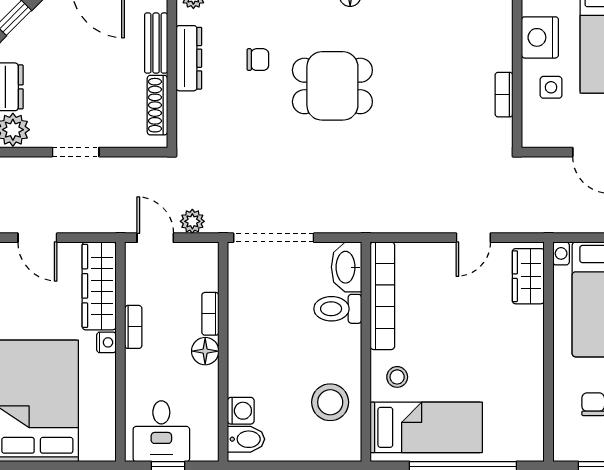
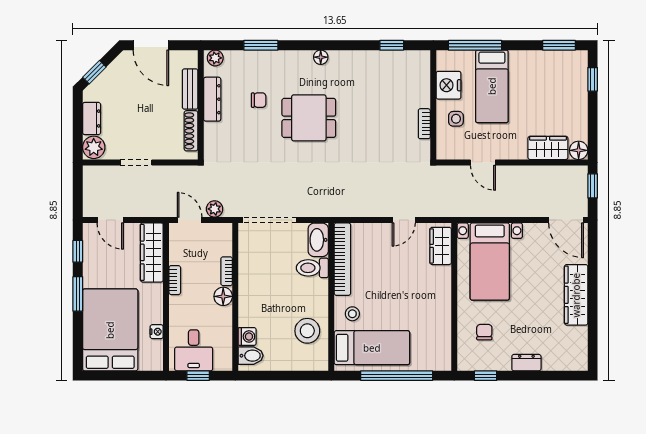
nightstand: (106, 342) -> (157, 332), moved

